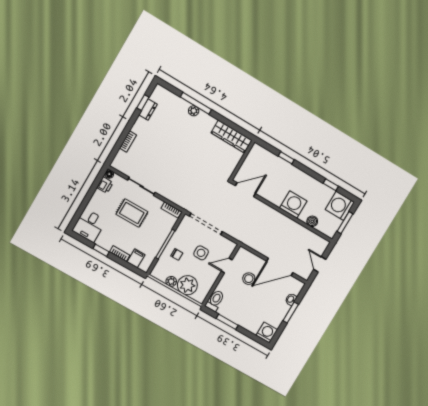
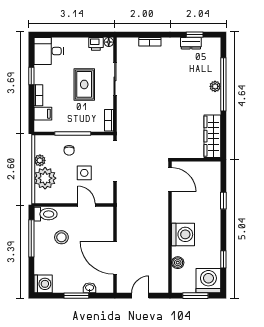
window: (196, 103) -> (223, 84), width x1.46
stool: (249, 279) -> (61, 237), moved
window: (227, 322) -> (31, 238), width x1.44

